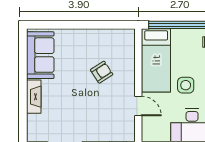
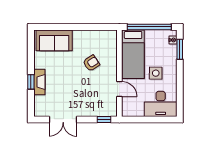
sofa: (40, 55) -> (54, 40), moved, turned 90
window: (23, 96) -> (31, 82), added

